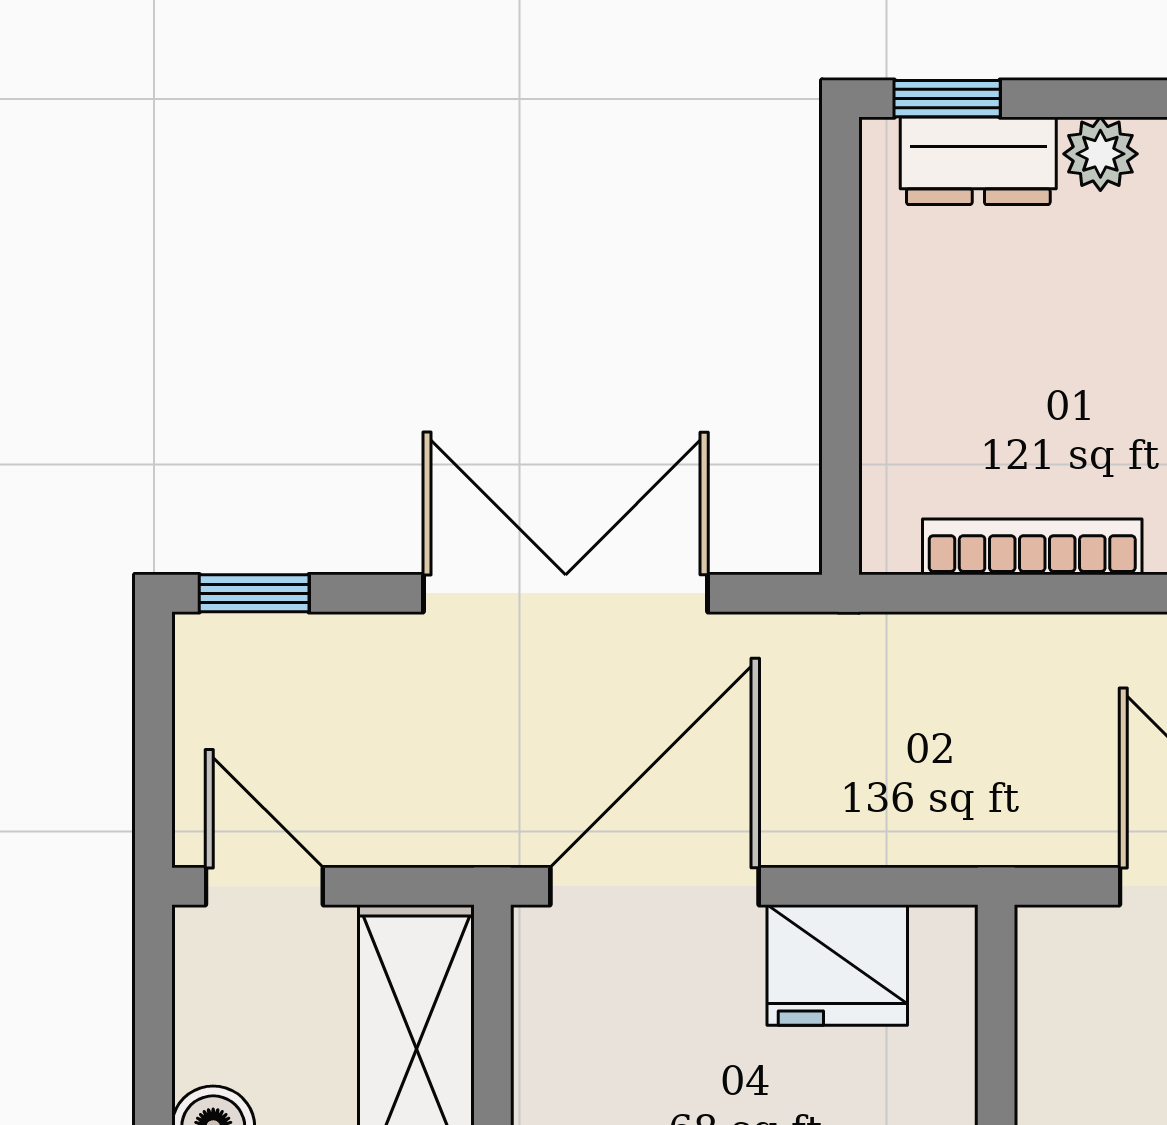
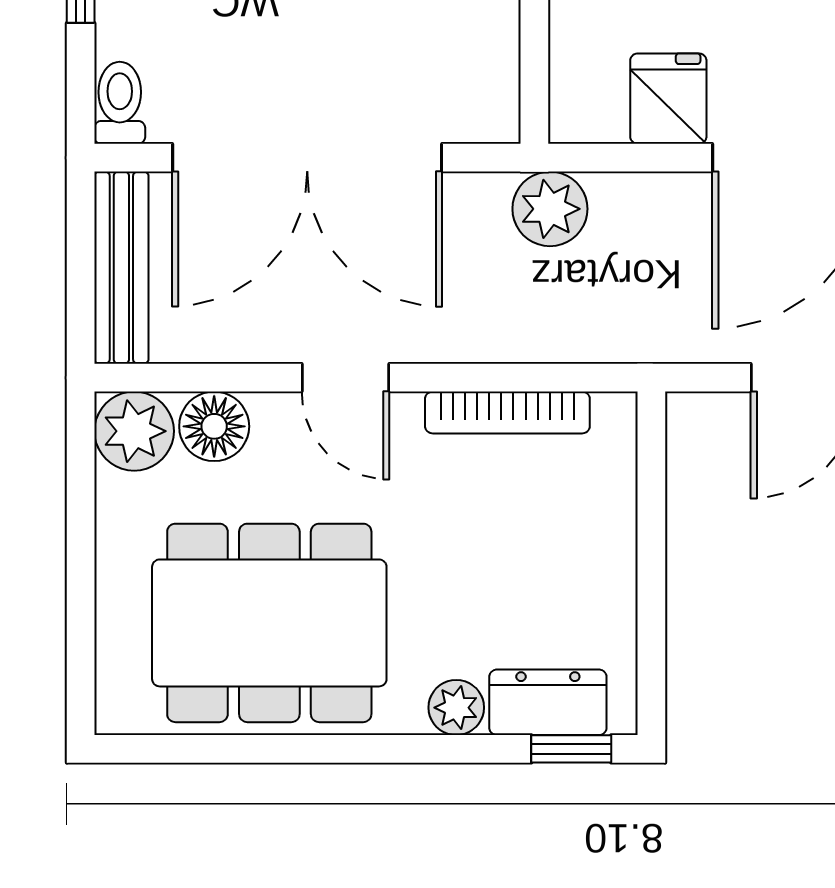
plant: (976, 818) -> (550, 209), added
fridge: (837, 965) -> (668, 99), width x0.72

